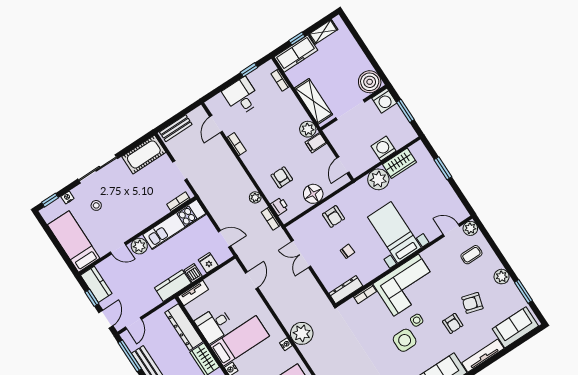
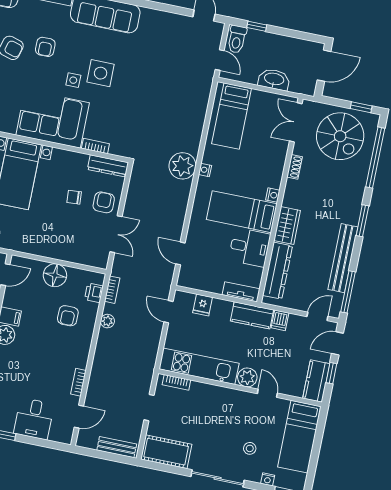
armchair: (333, 216) -> (104, 202), moved
dishwasher: (193, 273) -> (280, 320), moved
door: (252, 280) -> (180, 253), hinge flipped
armchair: (453, 323) -> (45, 47), turned 180

